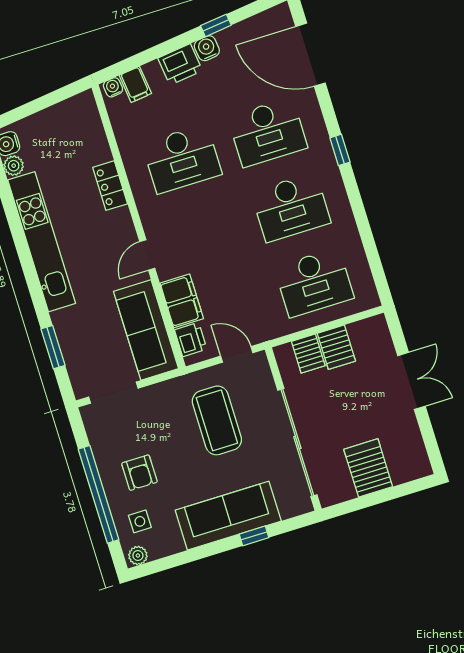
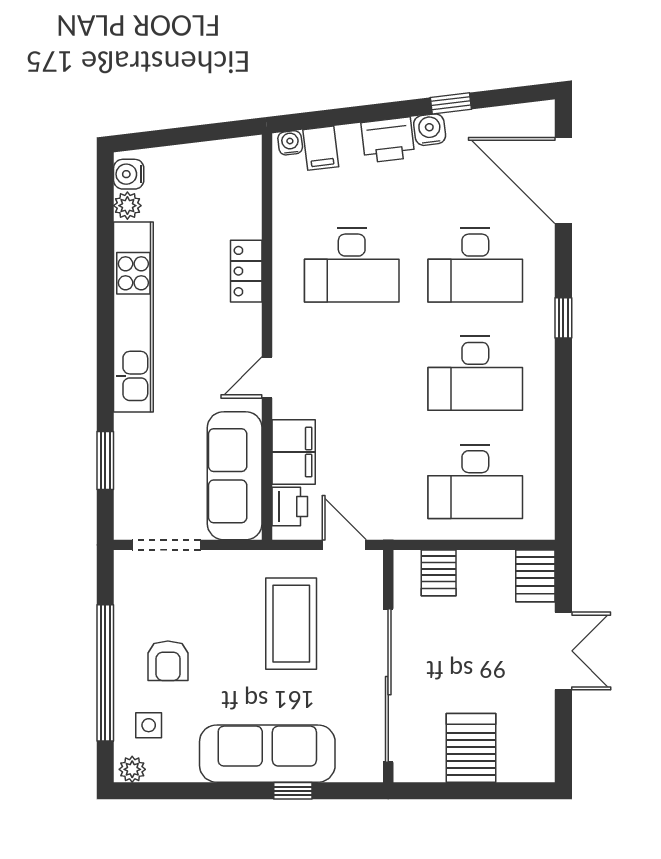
server rack: (336, 347) -> (535, 576), moved

